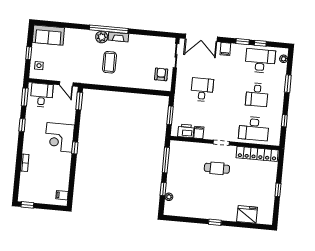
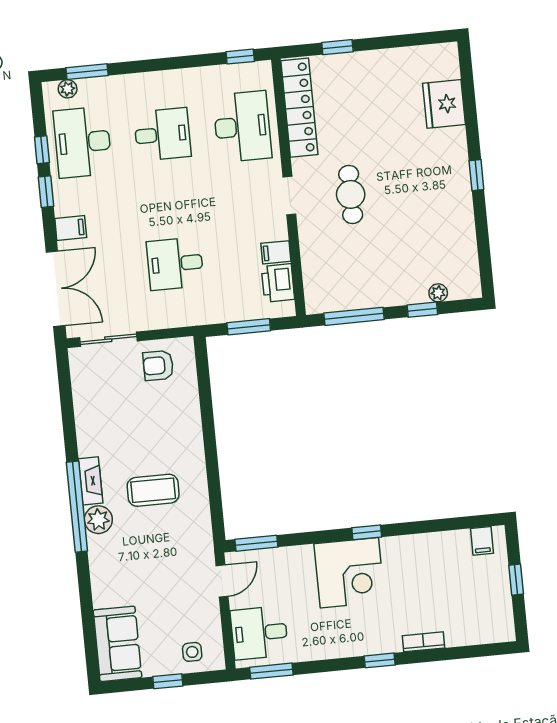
window: (288, 84) -> (87, 72), moved
window: (284, 121) -> (240, 57), moved
window: (22, 125) -> (380, 660), moved
window: (278, 190) -> (337, 47), moved
window: (27, 205) -> (516, 580), moved

